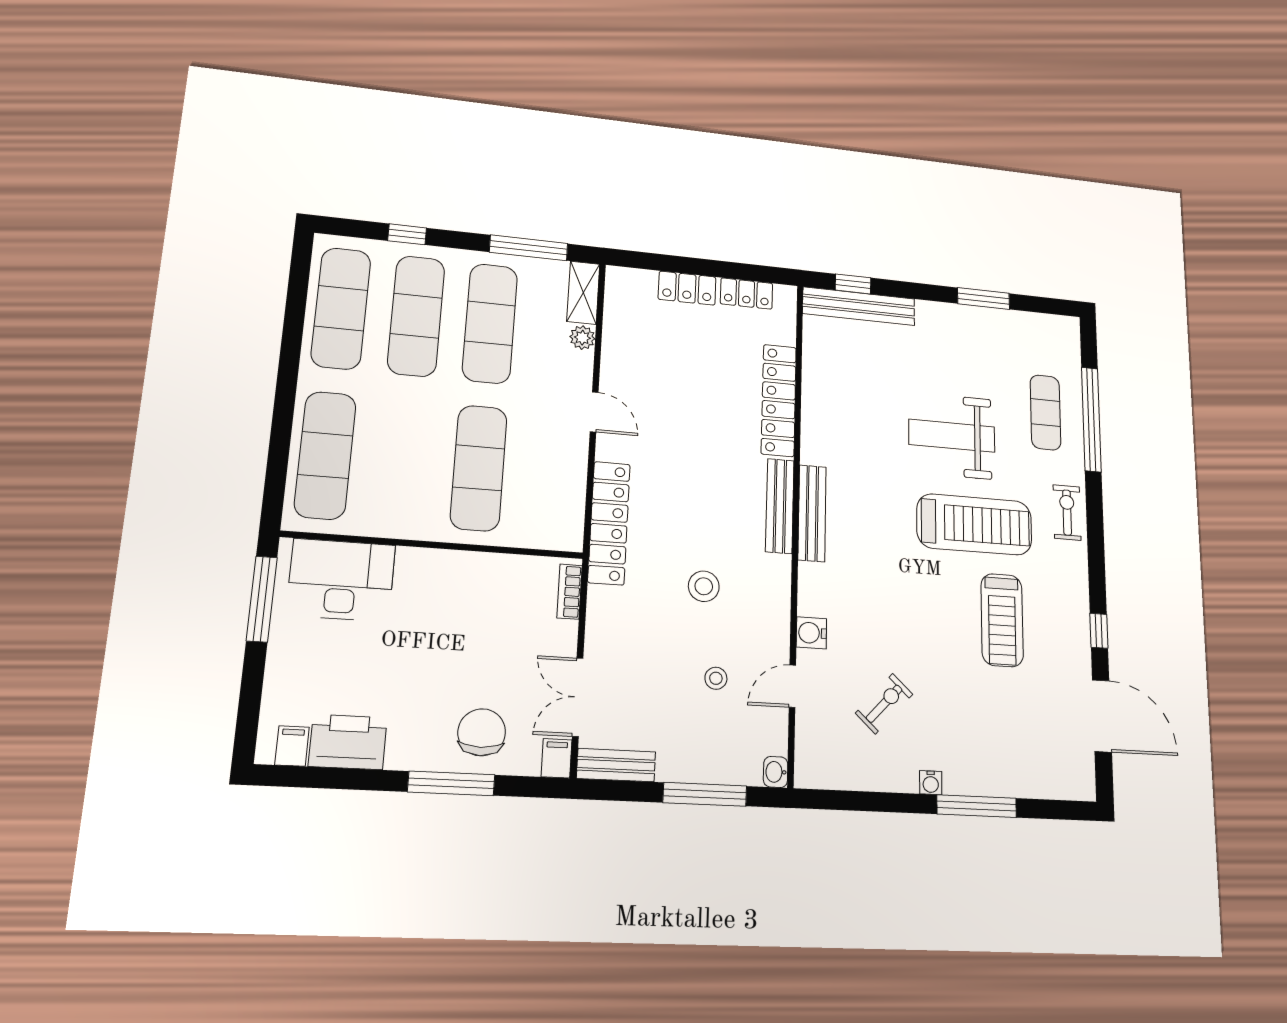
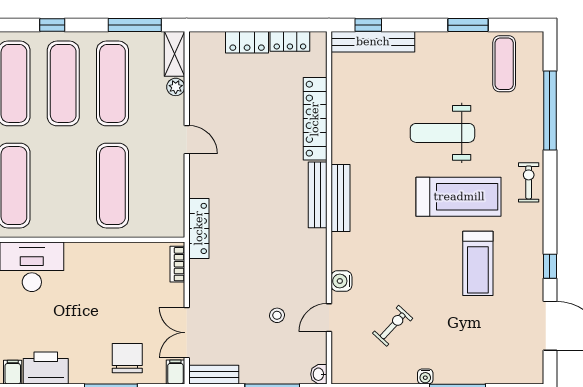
exercise mat: (1045, 412) -> (504, 64), moved
locker: (609, 523) -> (199, 228), width x0.71, depth x0.83
stool: (704, 586) -> (267, 254), removed

